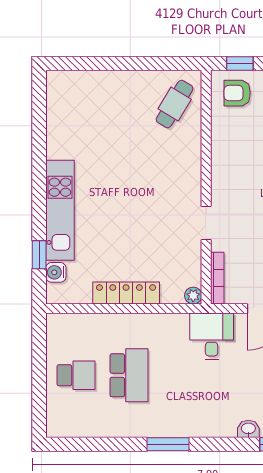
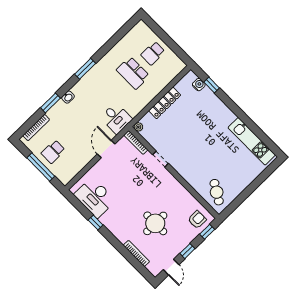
kitchen unit: (60, 210) -> (252, 141), moved
window: (168, 444) -> (85, 69), moved

